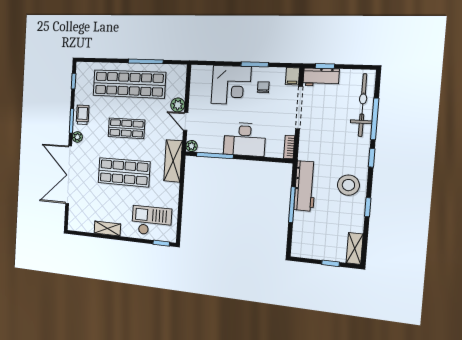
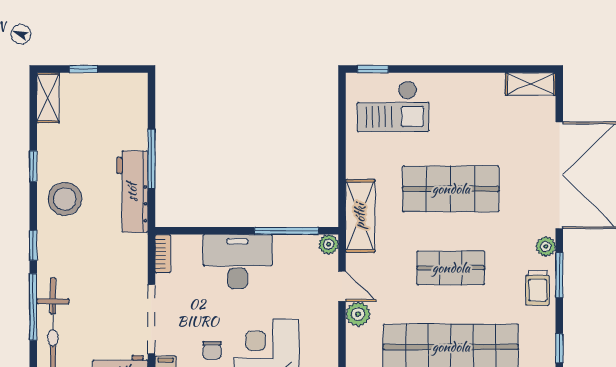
shelving: (107, 228) -> (531, 84), moved

